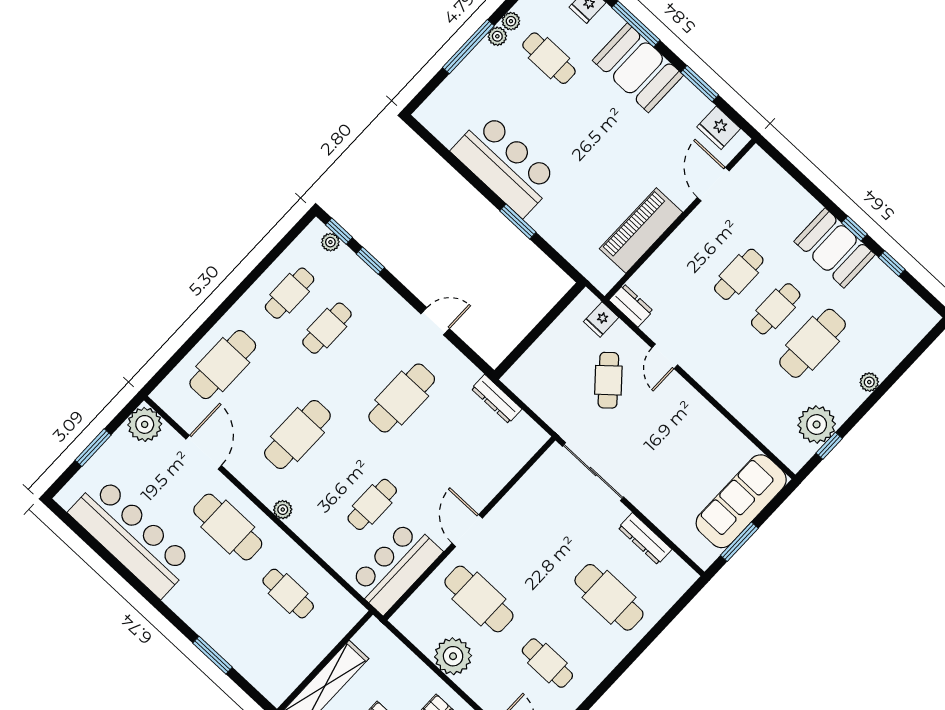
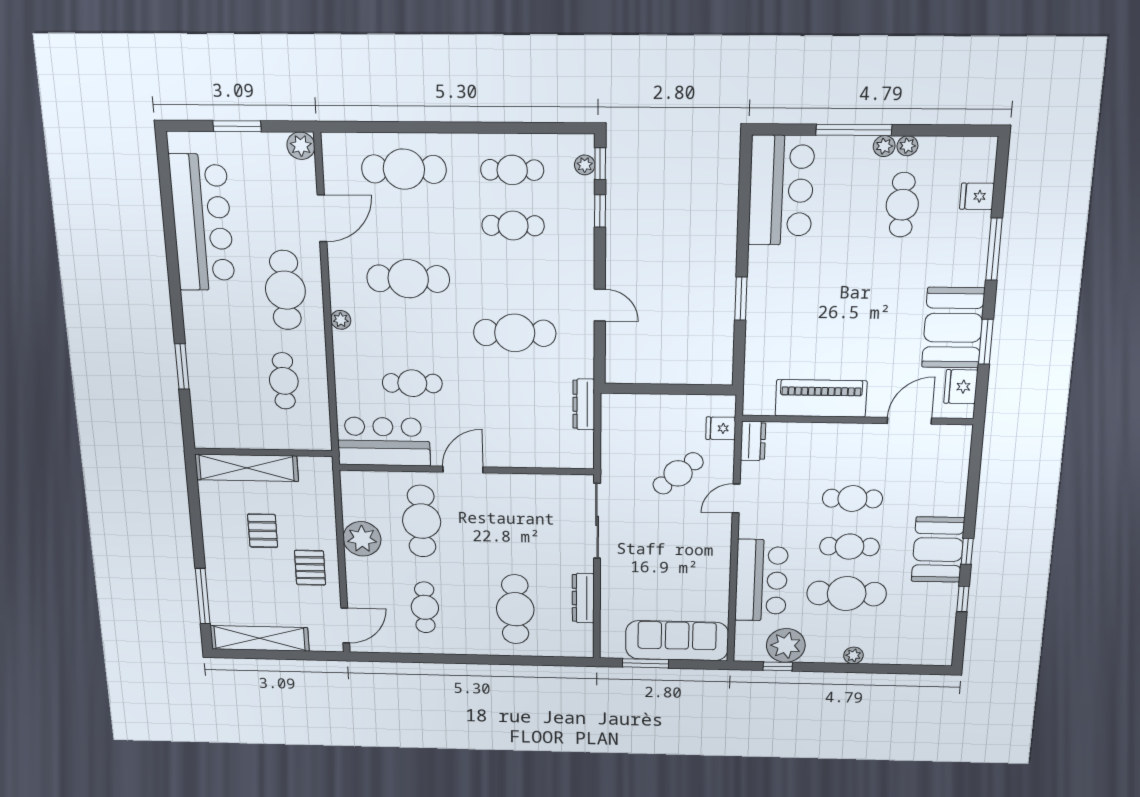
booth: (638, 68) -> (953, 328), moved
bar counter: (505, 165) -> (781, 191), moved
bar counter: (747, 396) -> (761, 580), added
plant: (145, 424) -> (301, 146), width x0.73, depth x0.73

